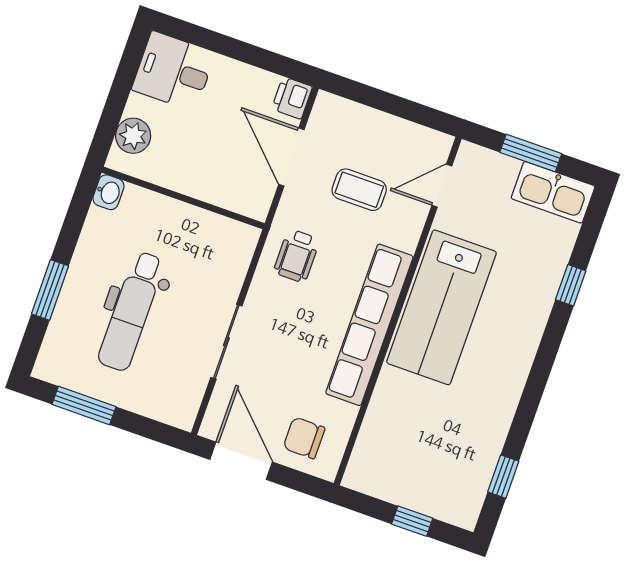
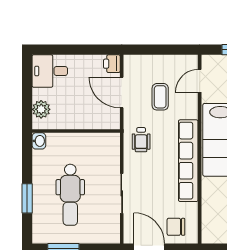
coffee table: (359, 190) -> (160, 97), turned 90

